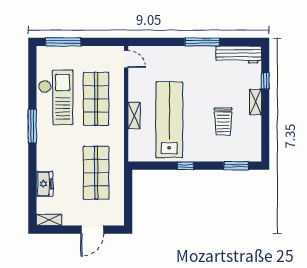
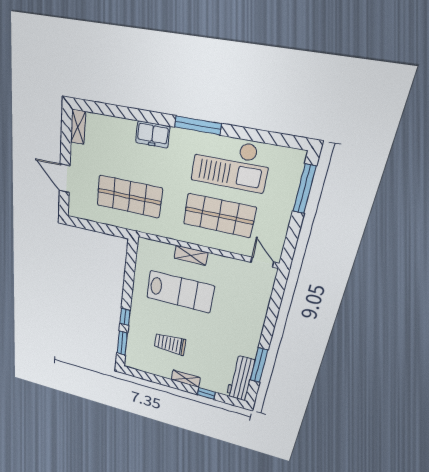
window: (202, 42) -> (259, 365), moved
door: (126, 59) -> (262, 262), swing flipped
lab bench: (169, 120) -> (180, 292), width x0.73
window: (186, 166) -> (125, 317), moved
freezer: (45, 184) -> (153, 134), moved

